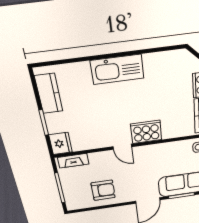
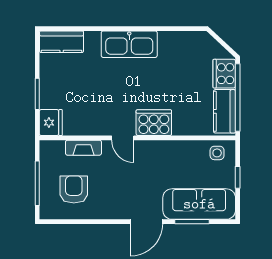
kitchen counter: (49, 94) -> (62, 42), moved, turned 90
fireplace: (73, 161) -> (83, 148), moved
armchair: (103, 190) -> (74, 190), moved, turned -90

